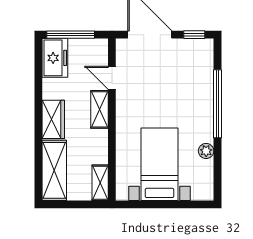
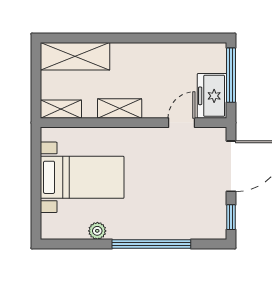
freezer: (55, 58) -> (212, 96), moved, turned 90
shelving: (100, 109) -> (120, 108), moved
wardrobe: (53, 119) -> (134, 55), removed

